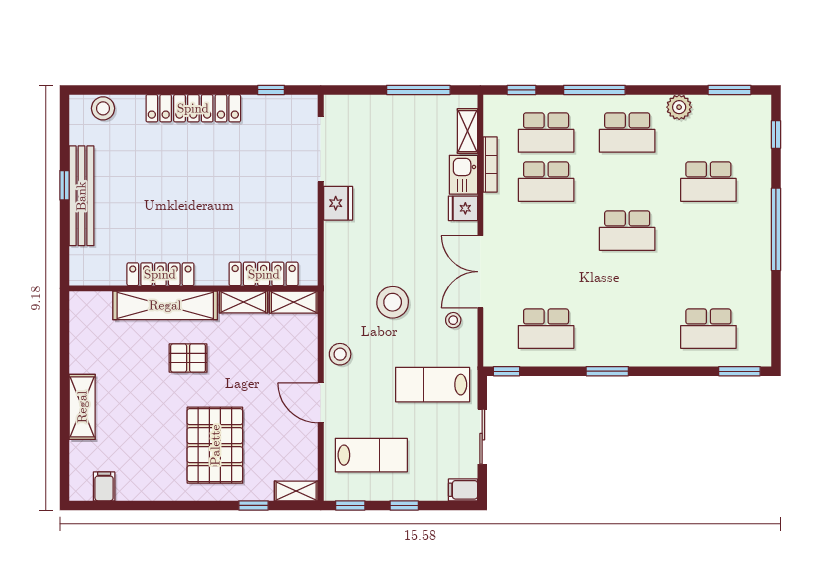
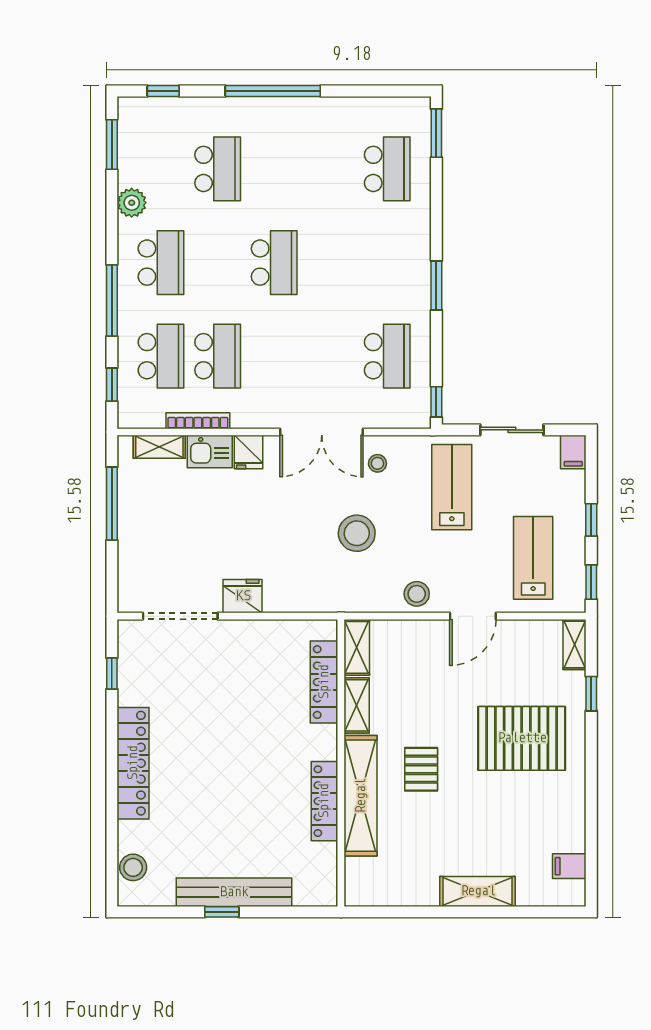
lab bench: (433, 385) -> (452, 487), turned 180

